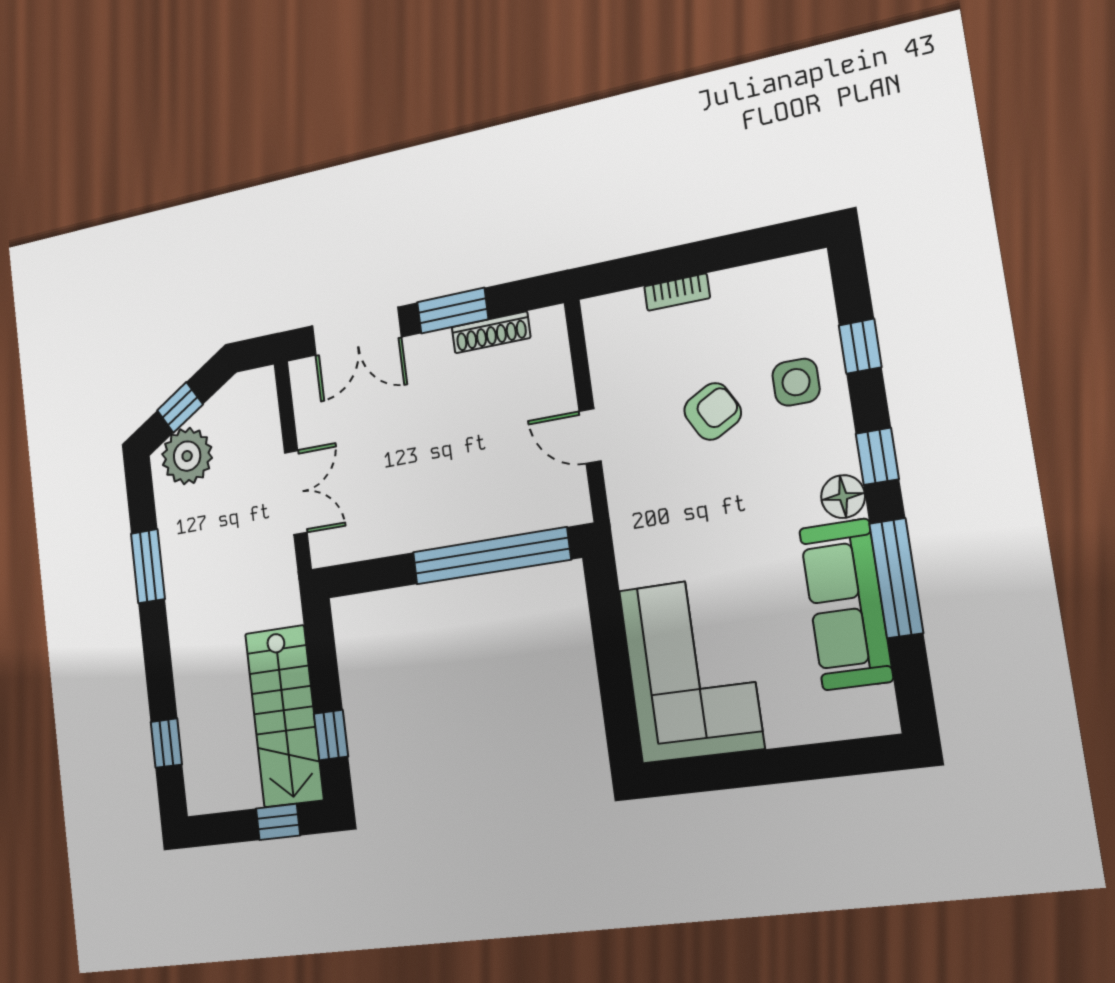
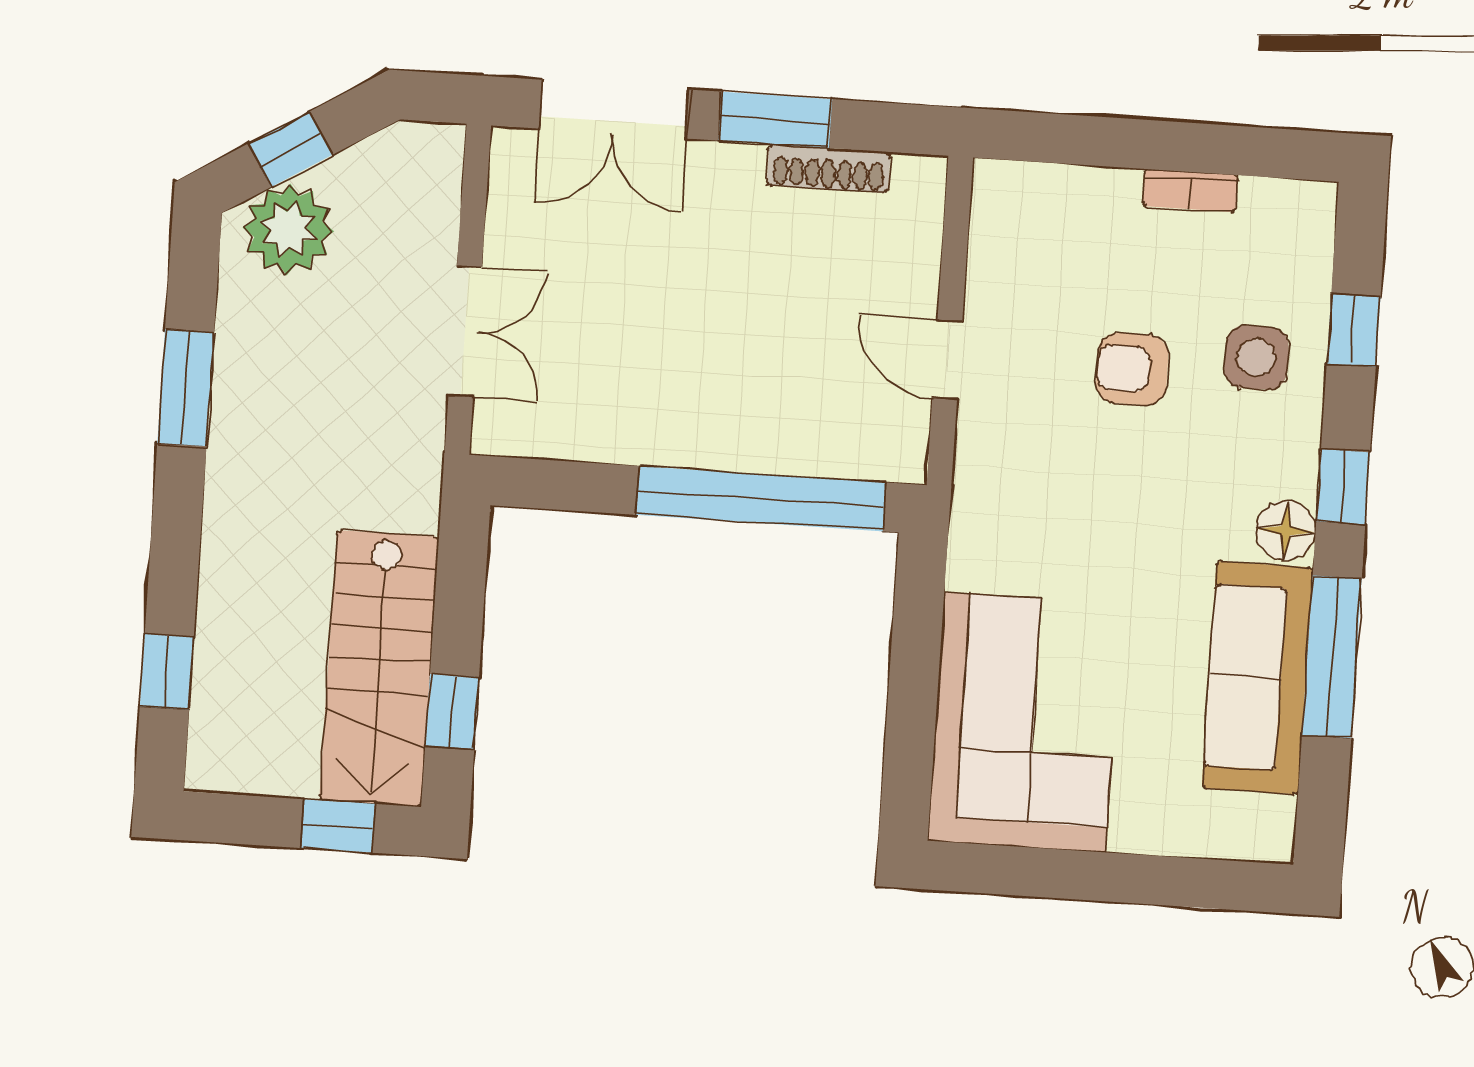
bookcase: (677, 292) -> (1190, 191), moved
armchair: (713, 411) -> (1132, 369), turned -151

